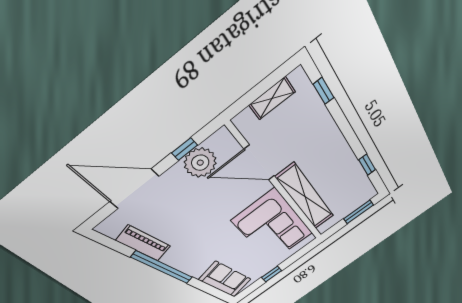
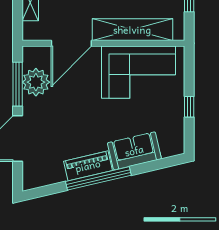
window: (185, 149) -> (18, 84), width x2.17
piano: (143, 243) -> (88, 166), moved
sofa: (225, 279) -> (134, 151), moved

